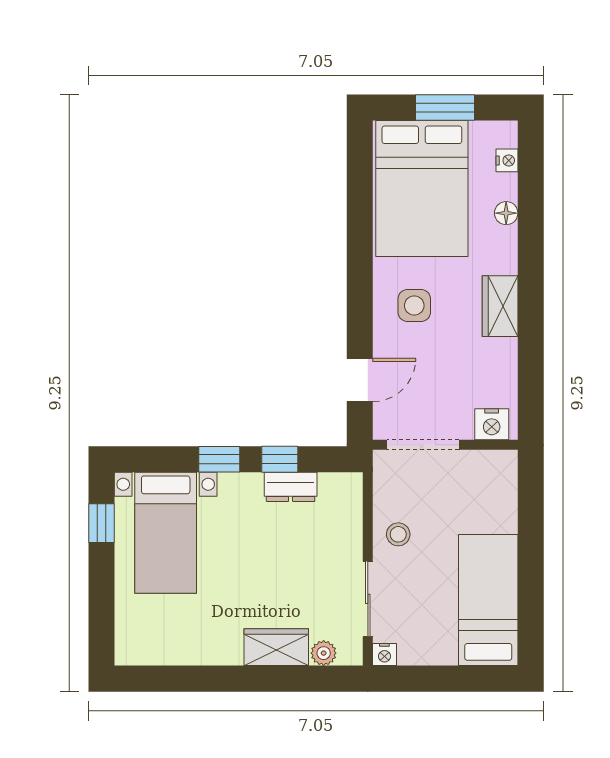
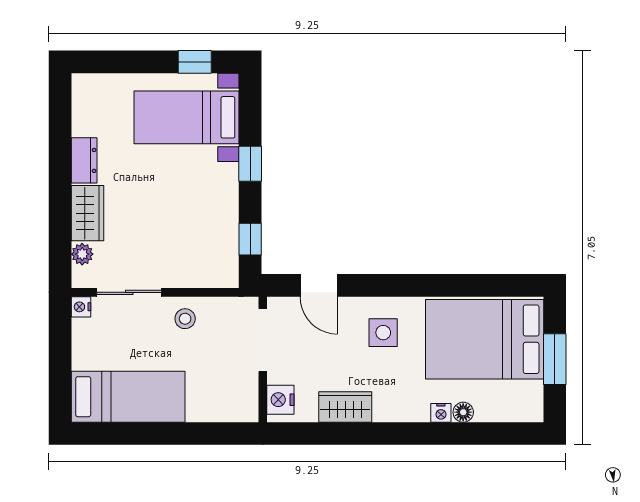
nightstand: (507, 160) -> (441, 413), moved
wardrobe: (500, 306) -> (345, 407), moved
window: (280, 459) -> (250, 239), moved
dresser: (291, 487) -> (84, 160), moved, turned 180

